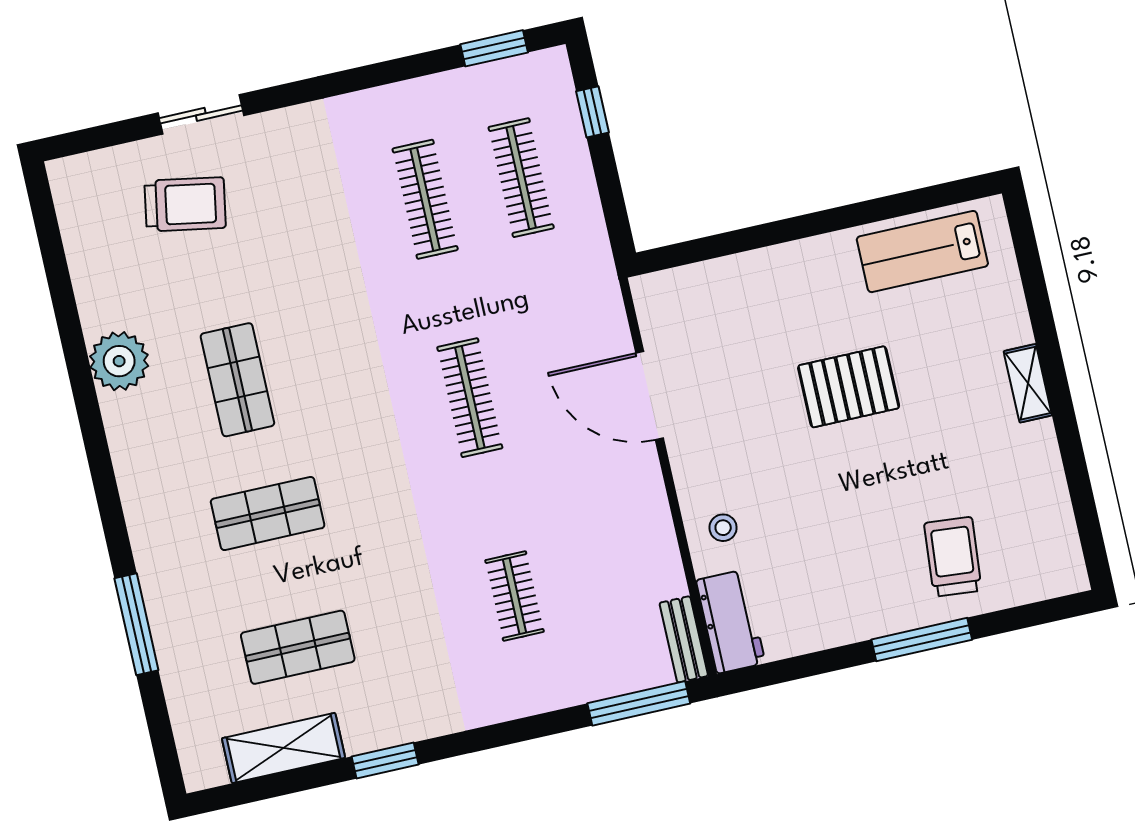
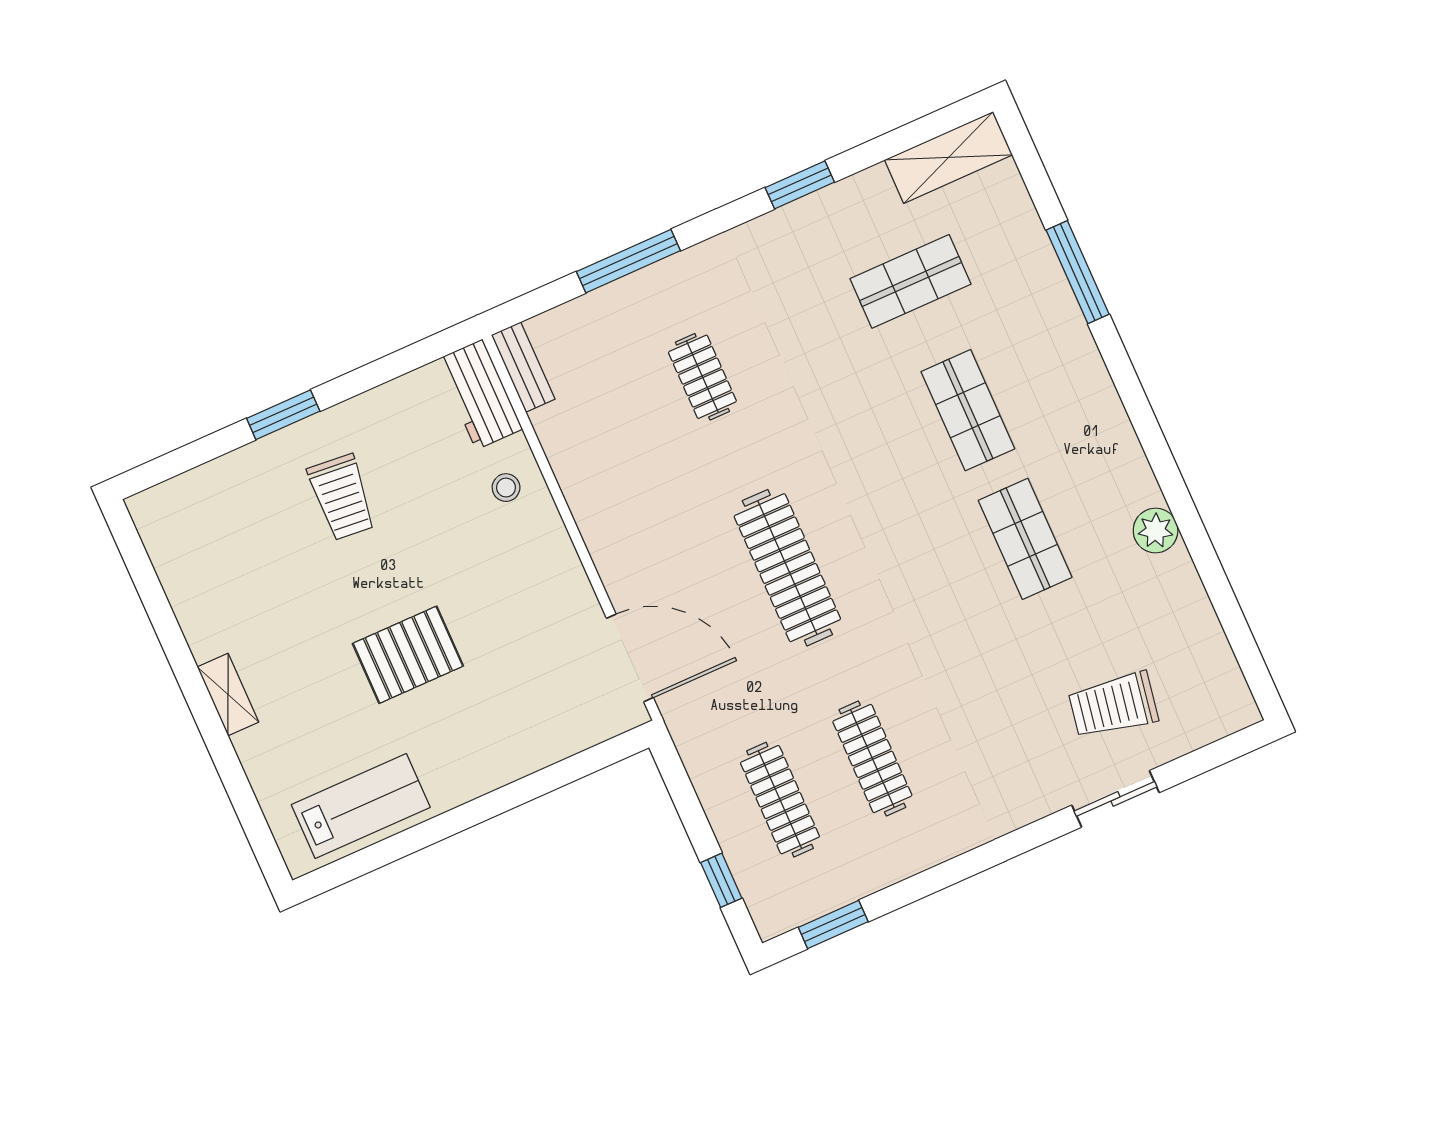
plant: (119, 361) -> (1156, 531), width x0.73, depth x0.73
door: (650, 396) -> (630, 658), moved
clothes rail: (470, 398) -> (787, 568), width x1.37, depth x1.31
shop shelf: (268, 513) -> (968, 410), turned 90
trolley: (953, 557) -> (342, 497), moved
window: (922, 640) -> (283, 415), width x0.69
window: (639, 703) -> (628, 261), moved
shelving: (284, 748) -> (949, 157), moved

